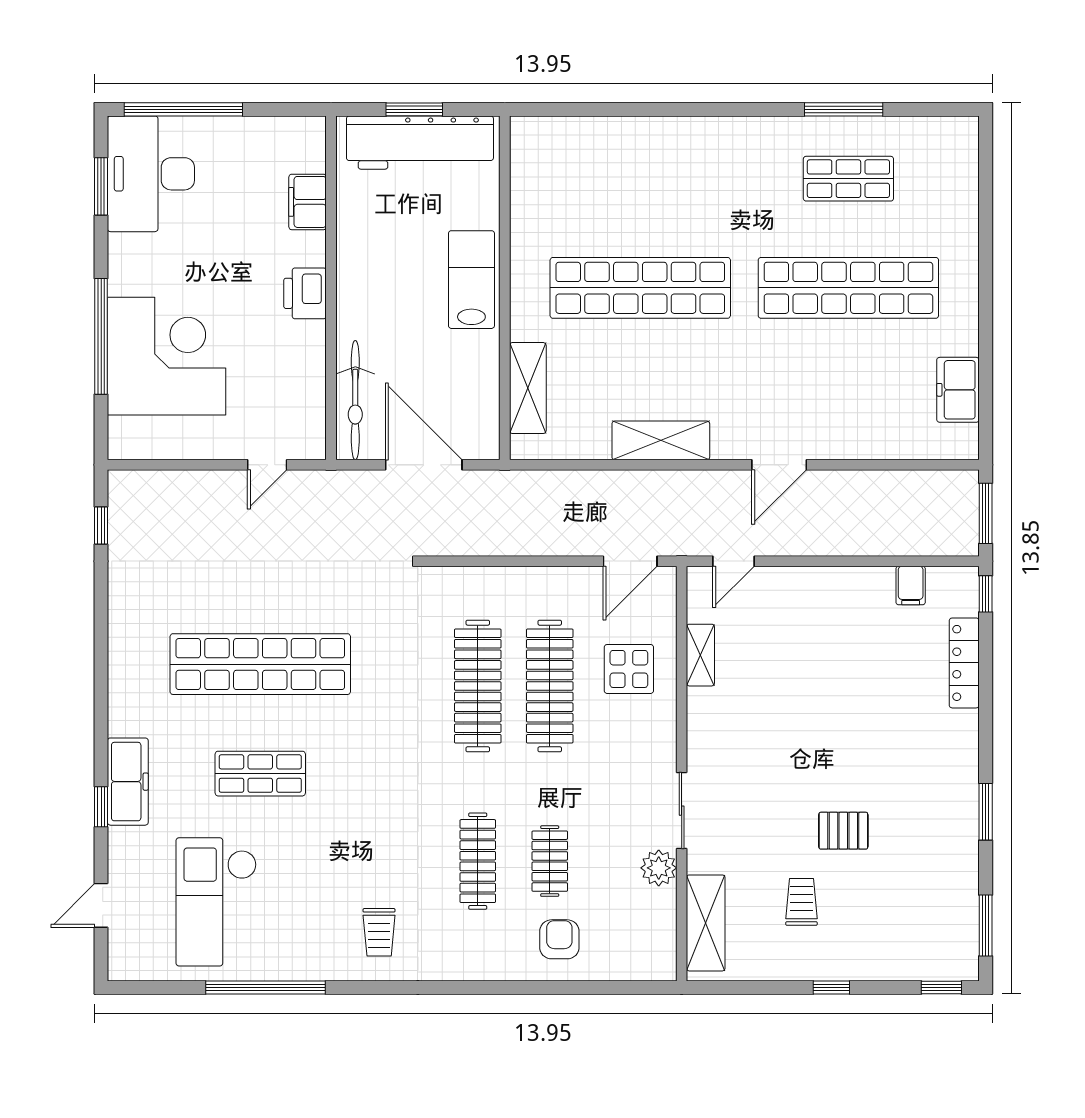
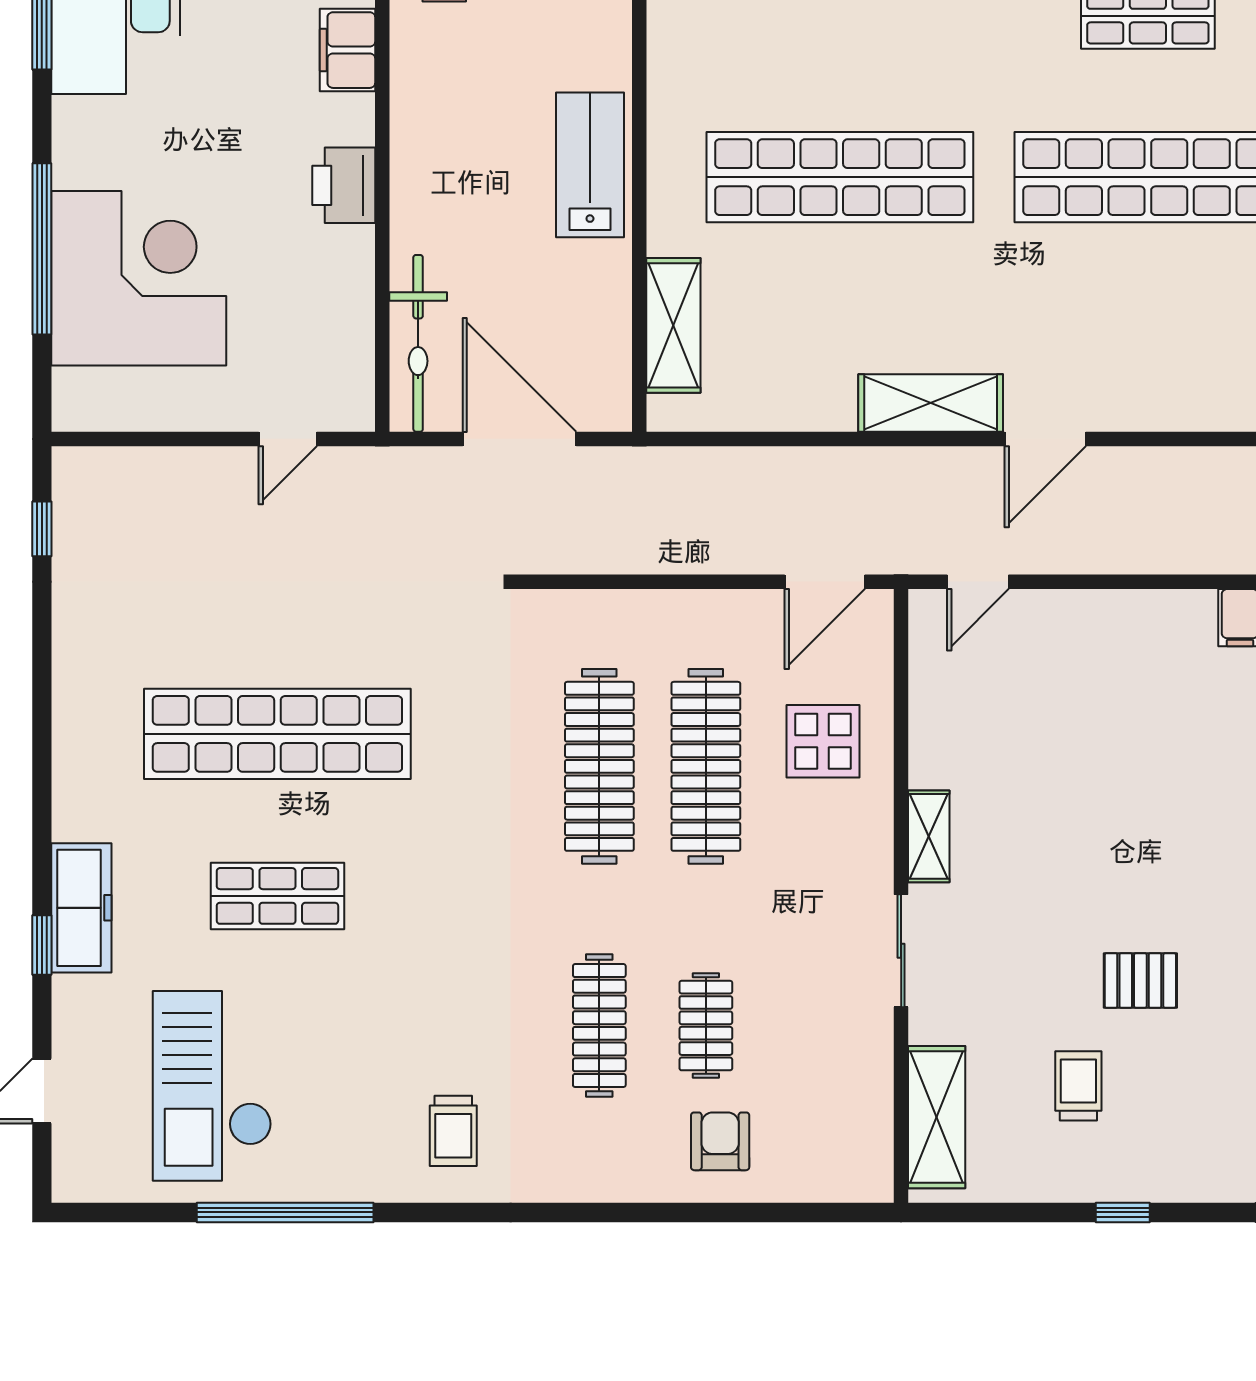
shelving: (661, 440) -> (931, 403), moved
shelving: (700, 655) -> (929, 836), moved
plant: (659, 868) -> (867, 1036), removed

